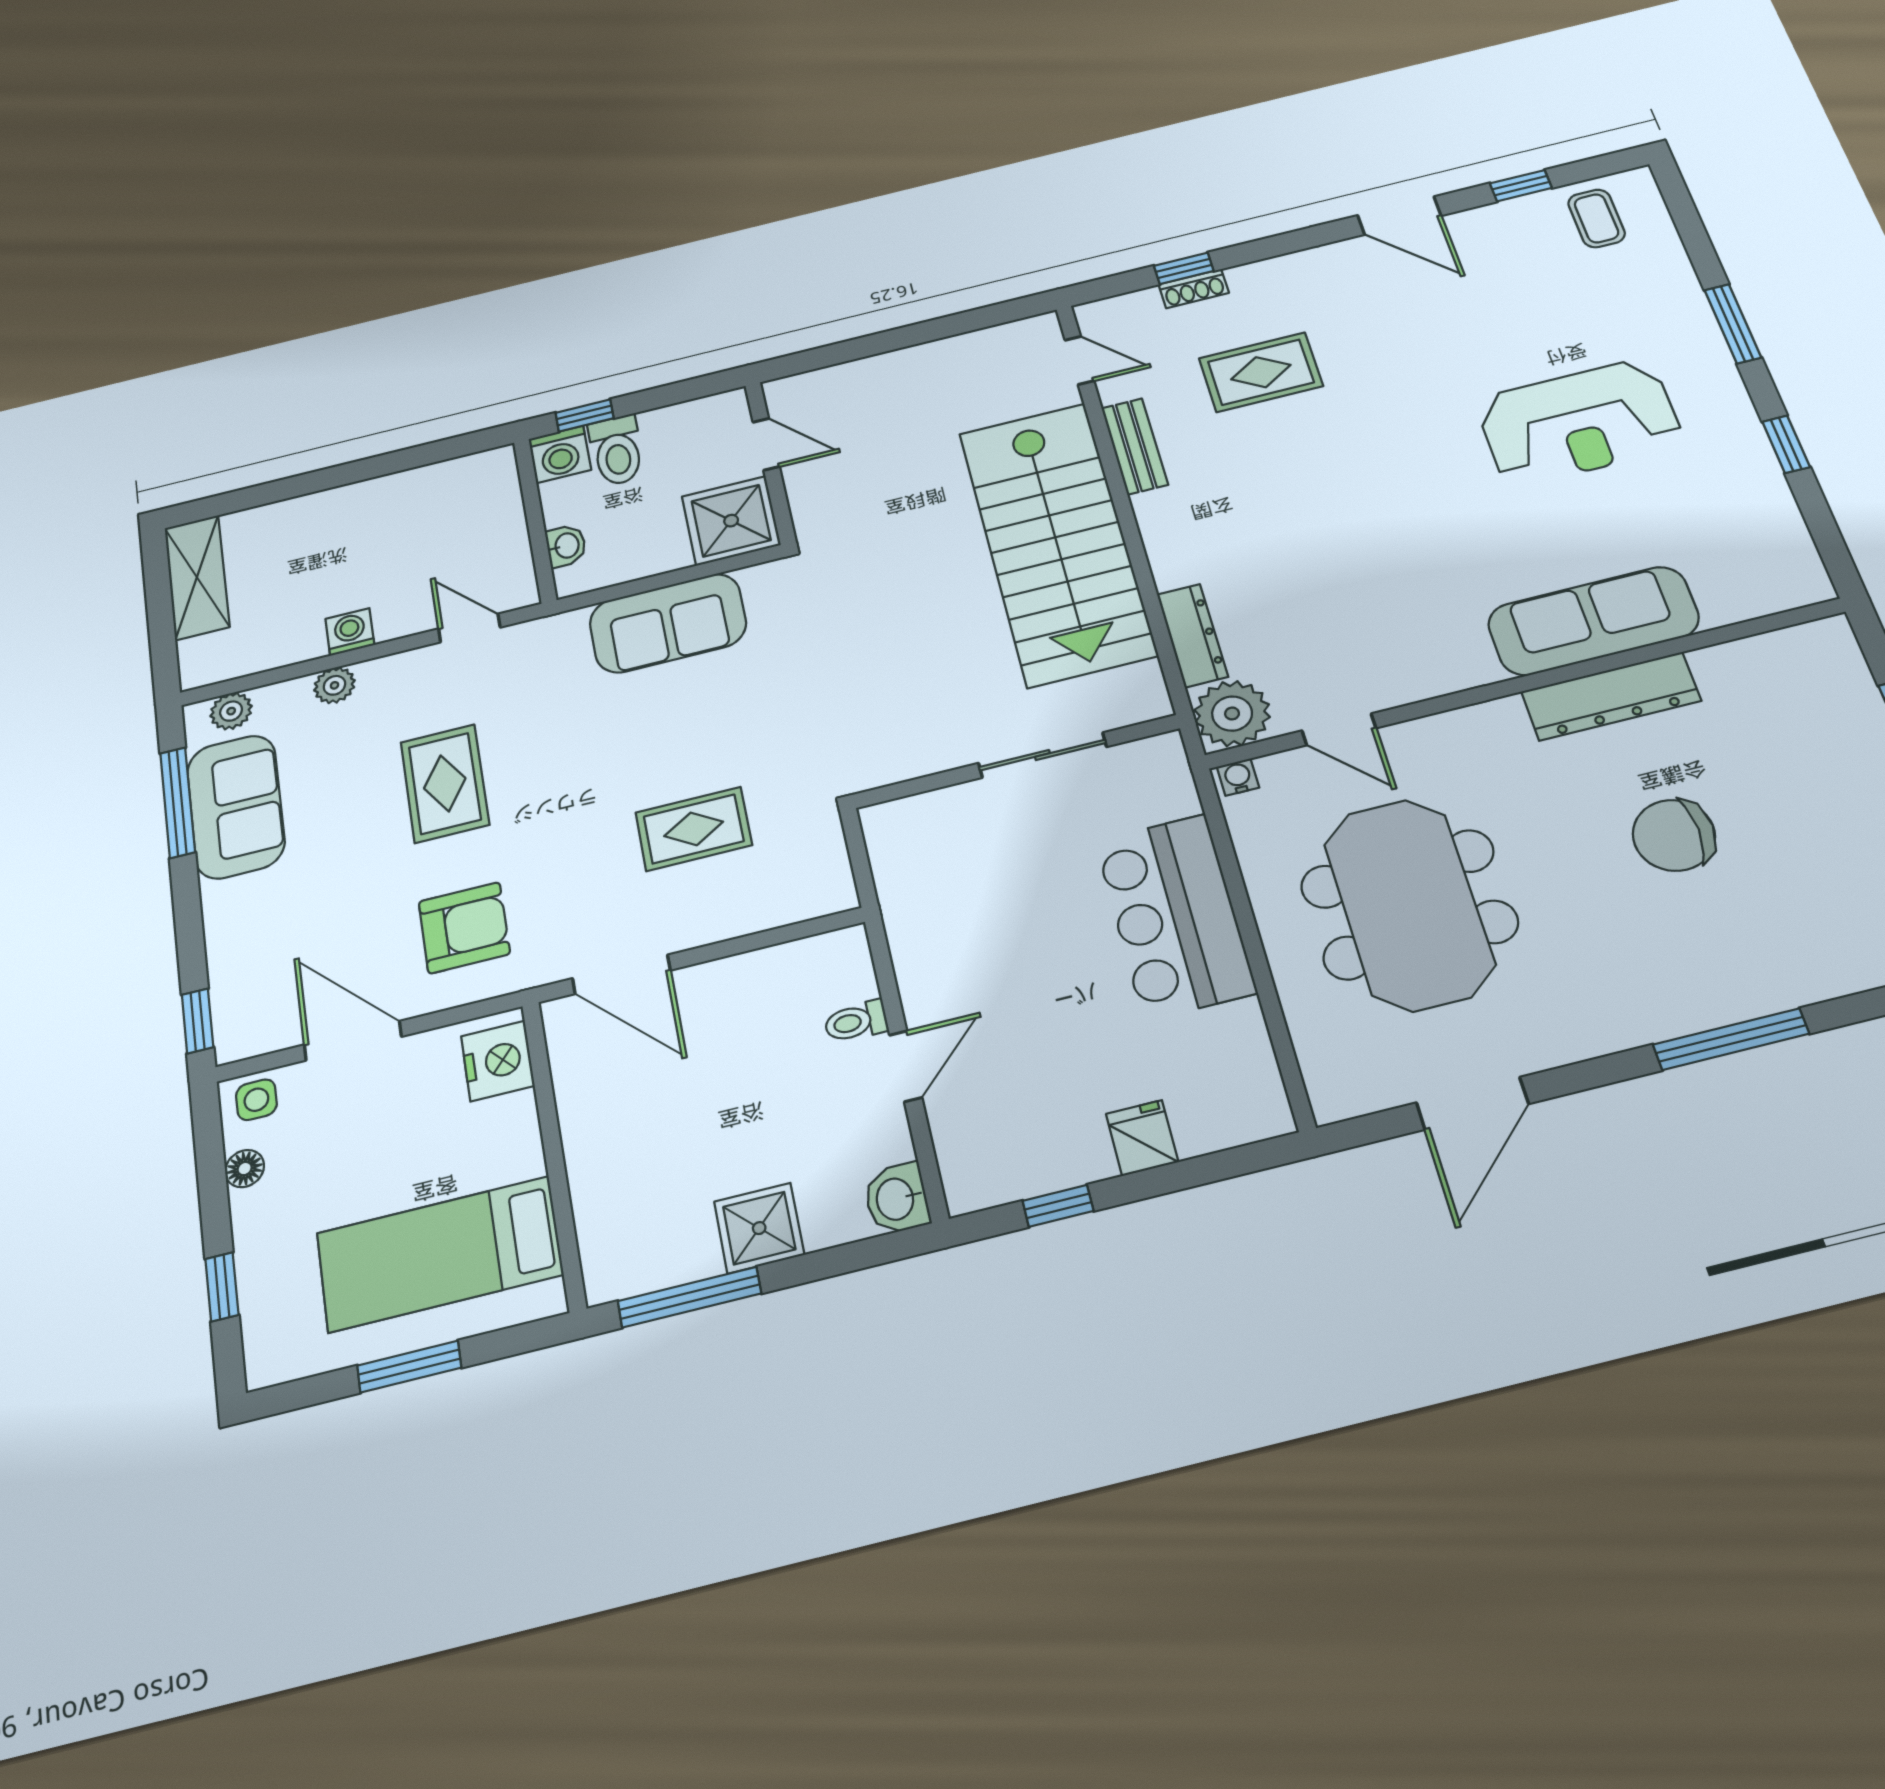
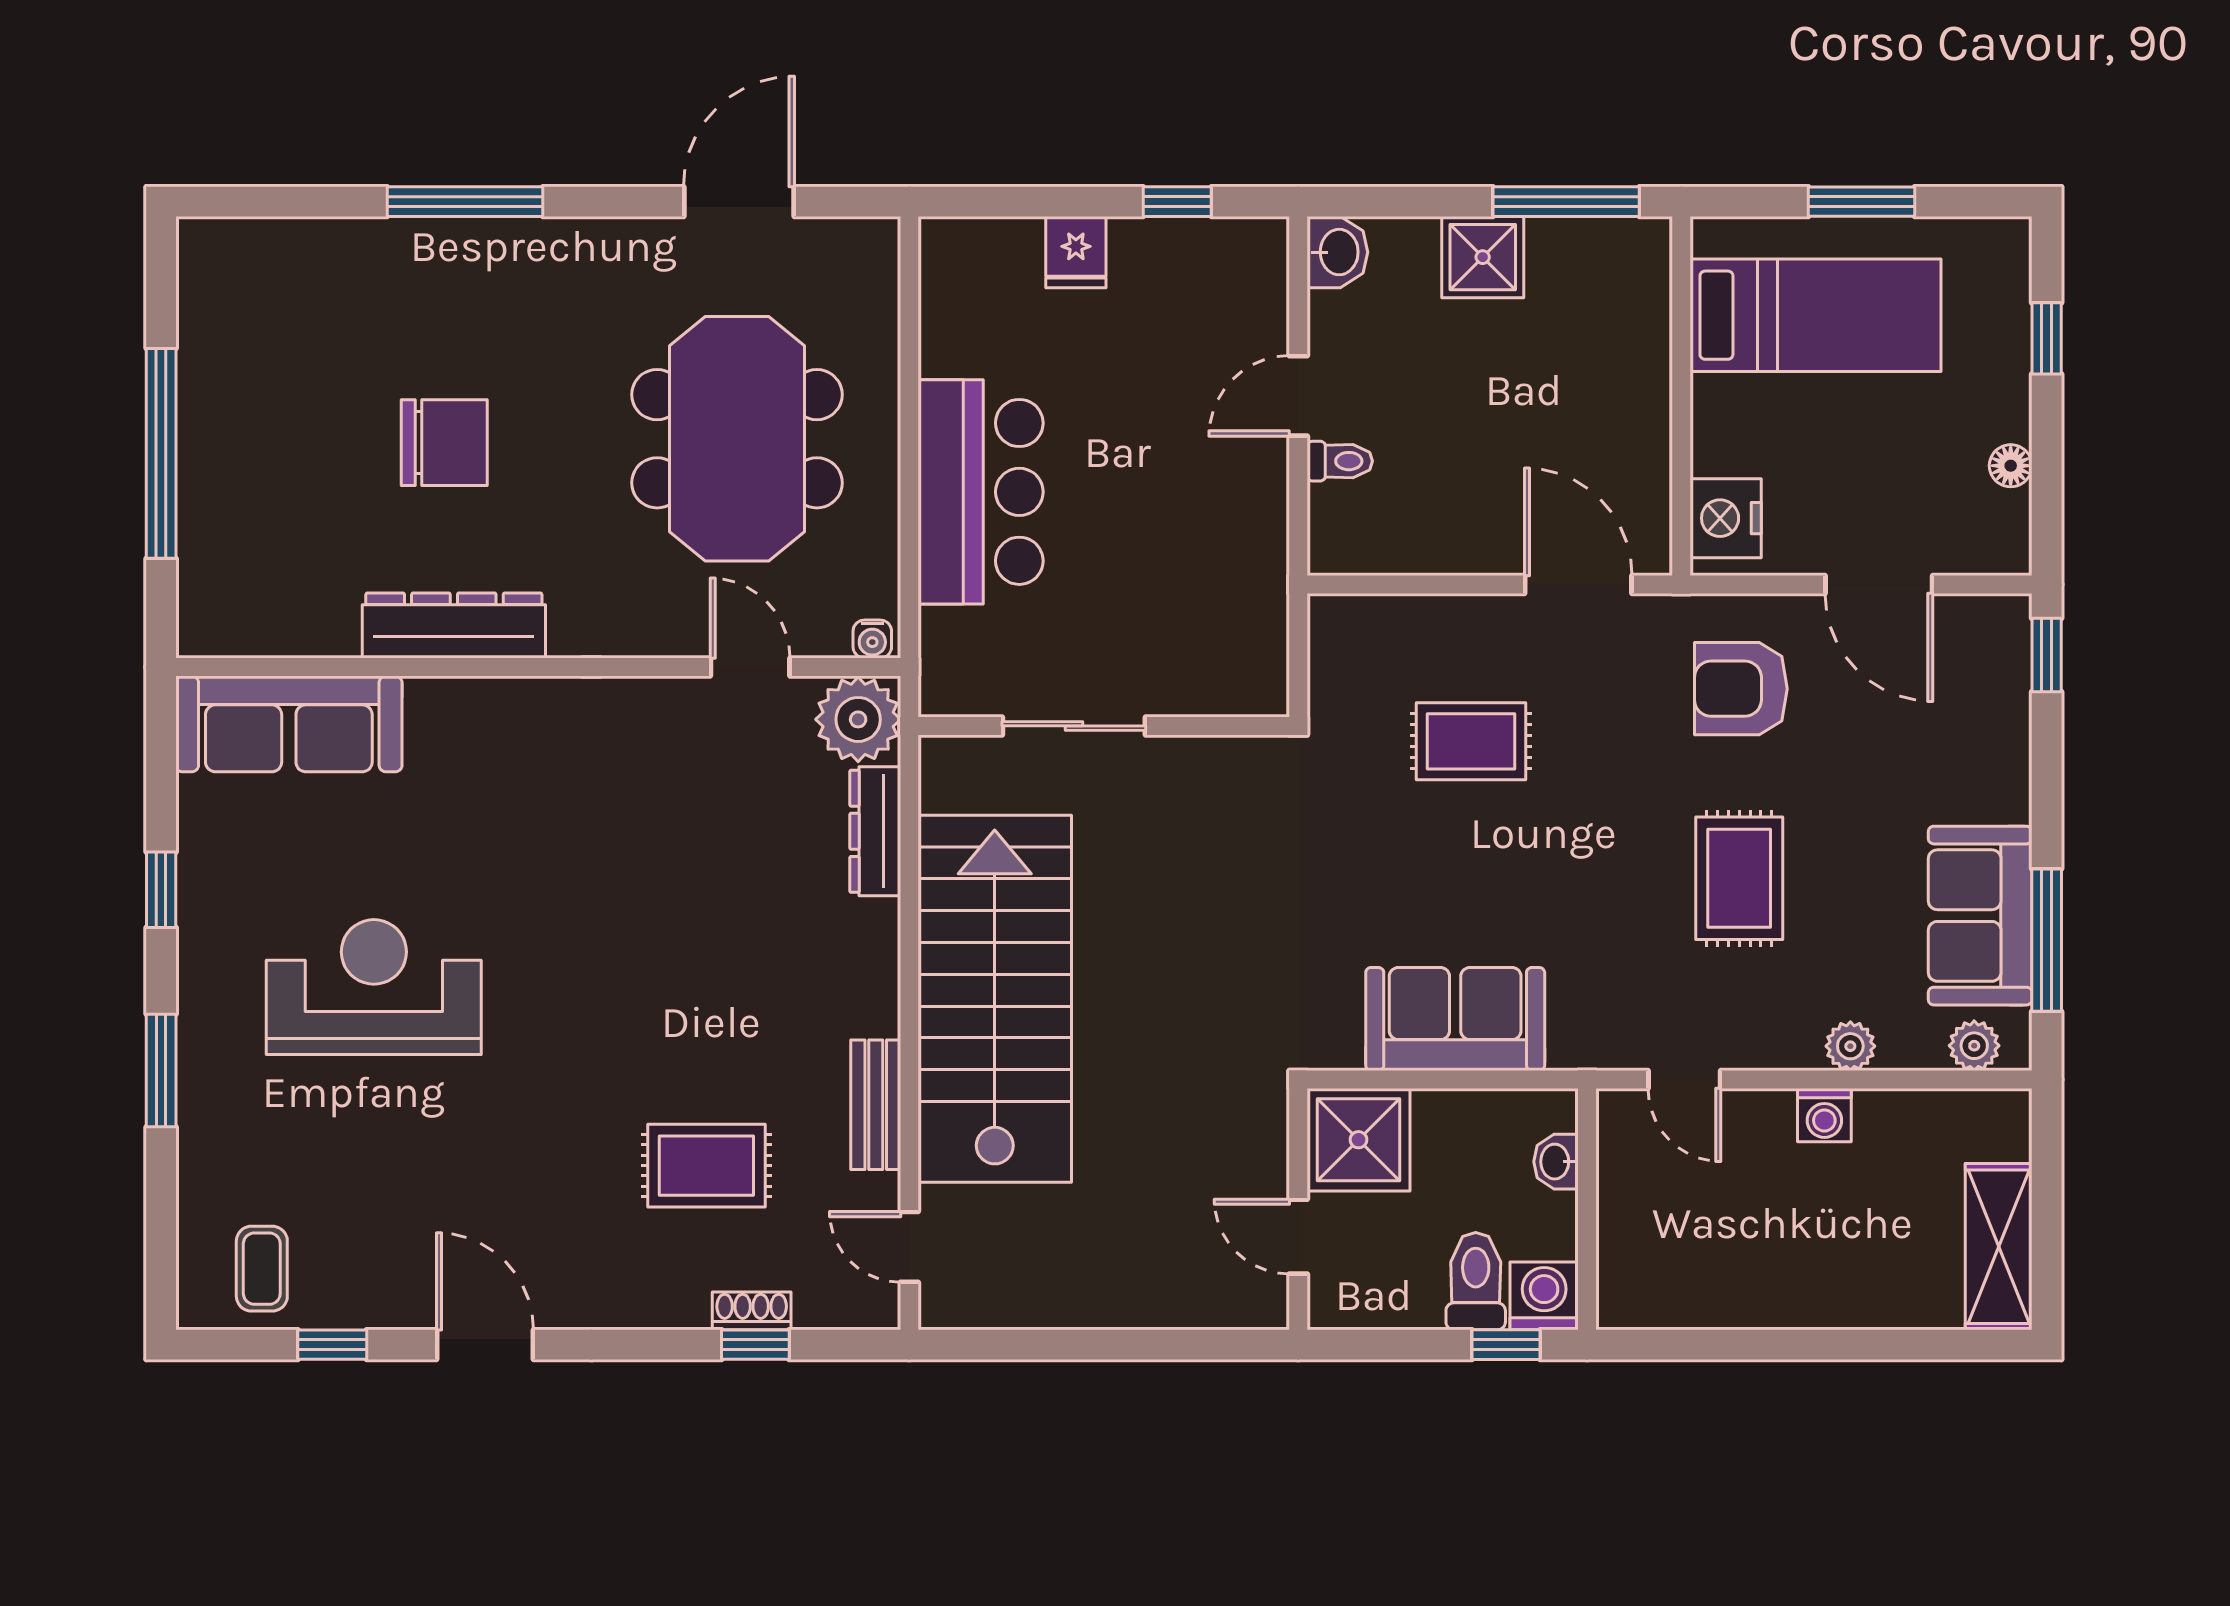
sofa: (1593, 621) -> (289, 724), moved
side table: (256, 1100) -> (1991, 543), removed

